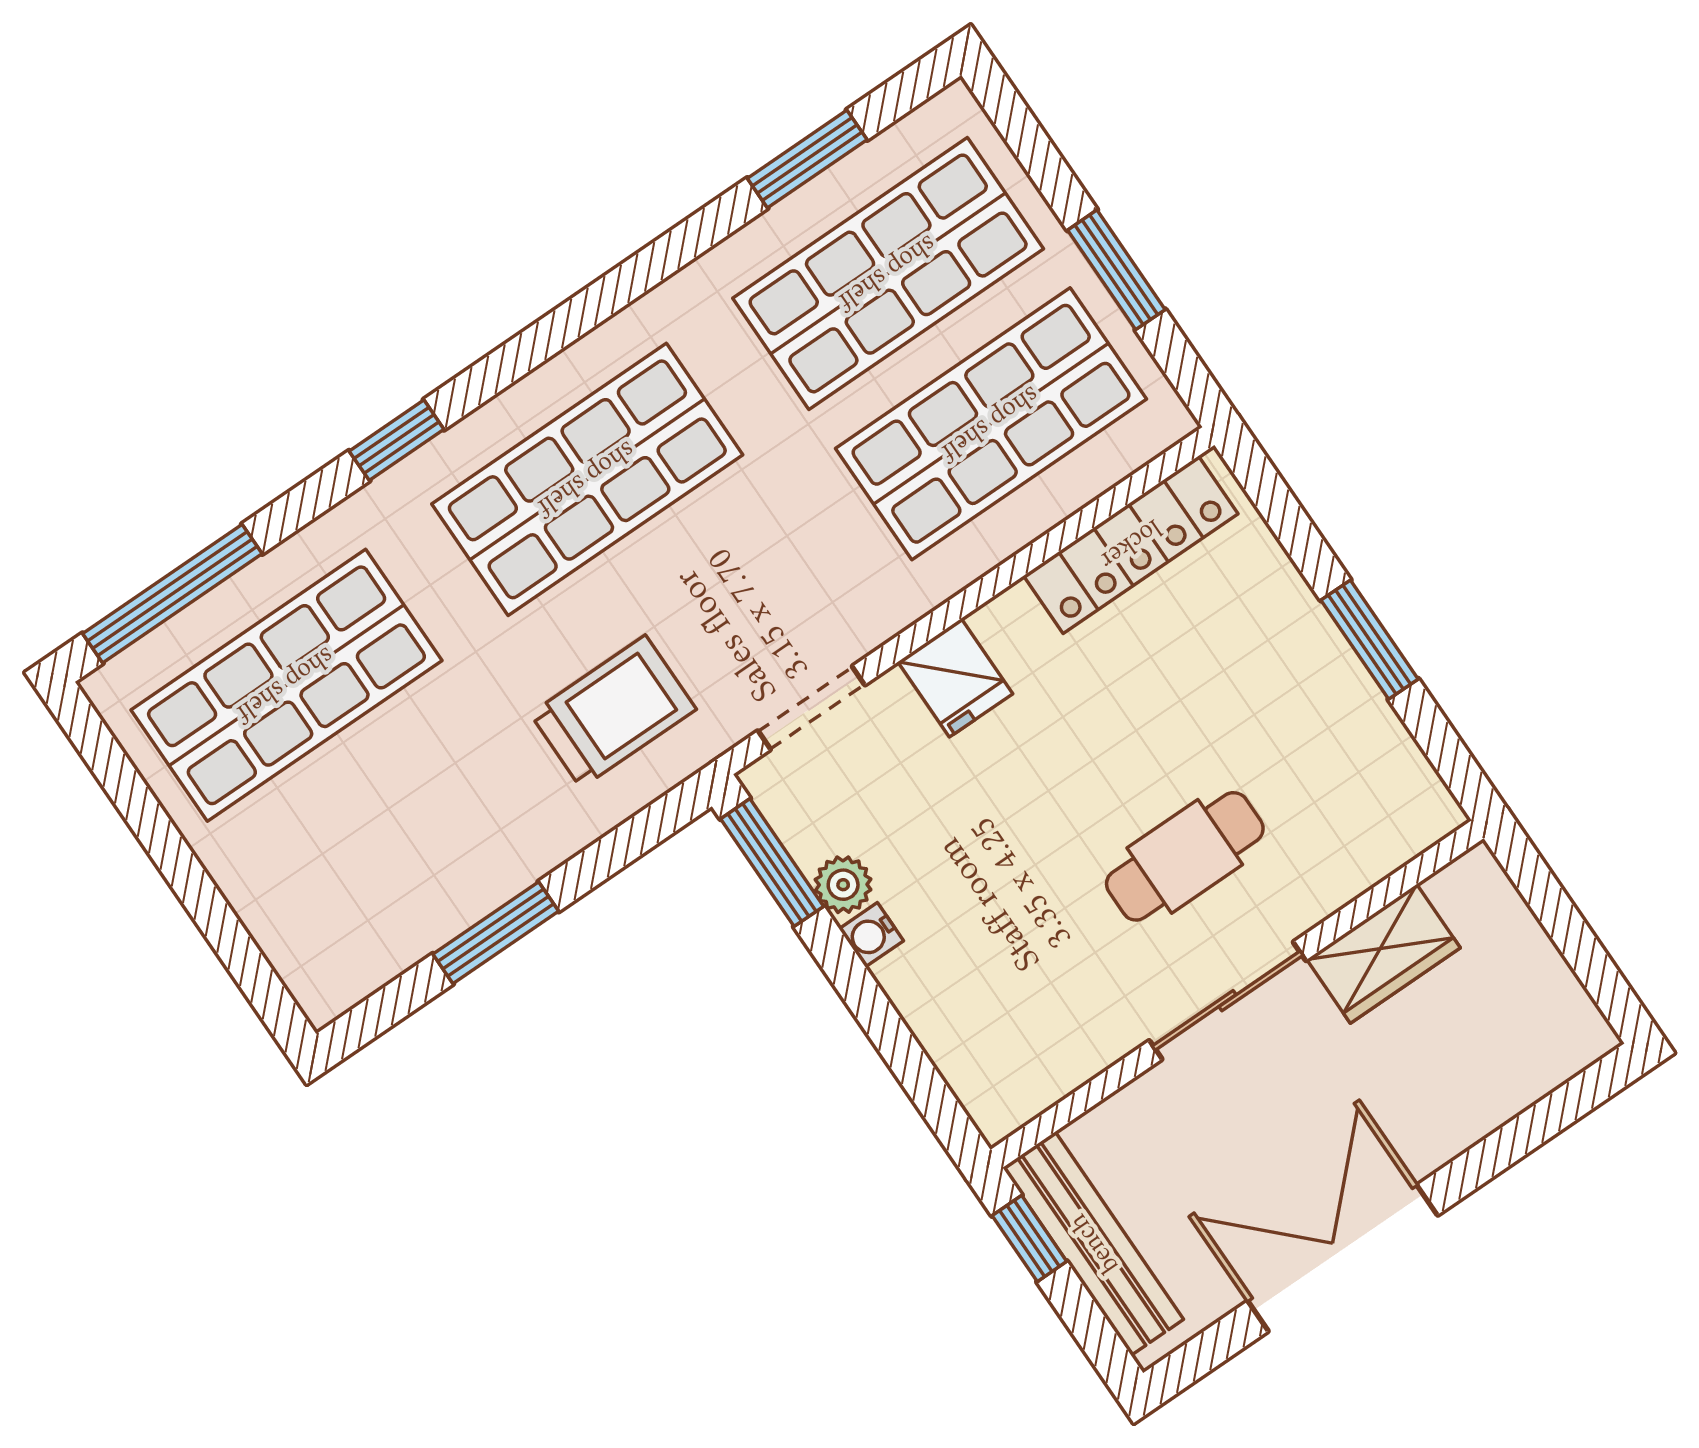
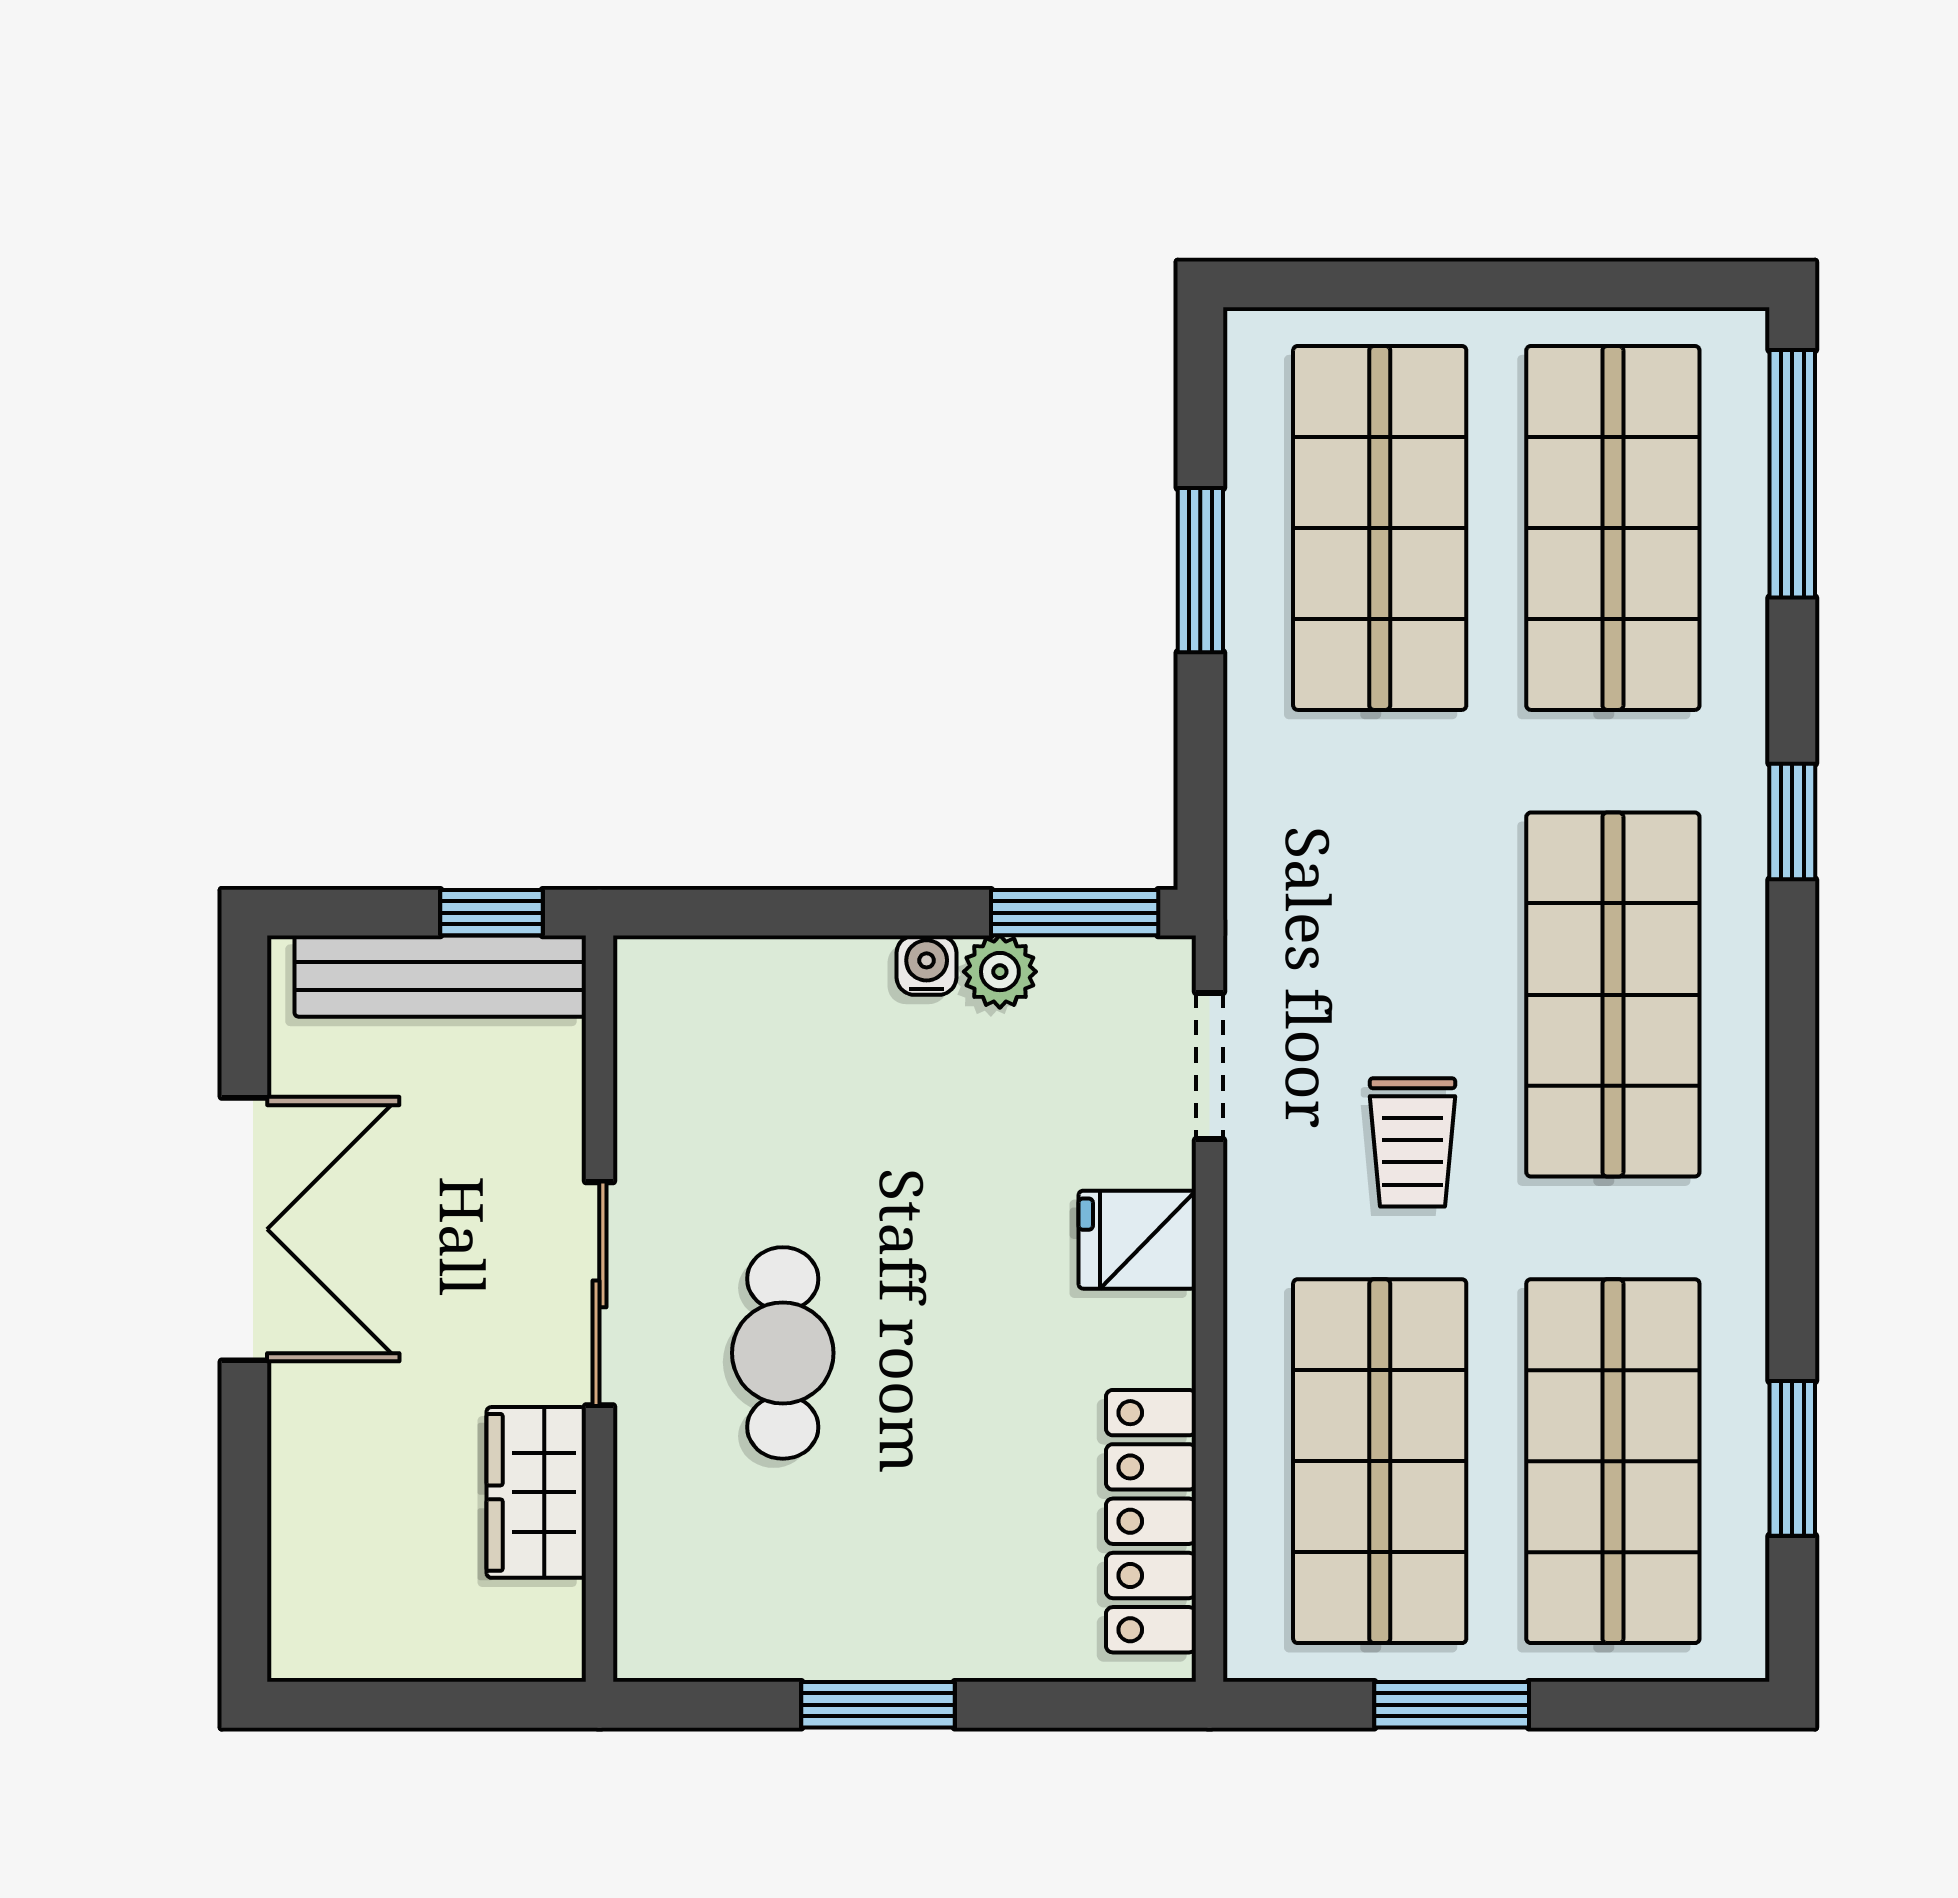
trolley: (613, 712) -> (1413, 1142), moved, width x0.73, depth x0.72
shop shelf: (389, 836) -> (1380, 528), added

